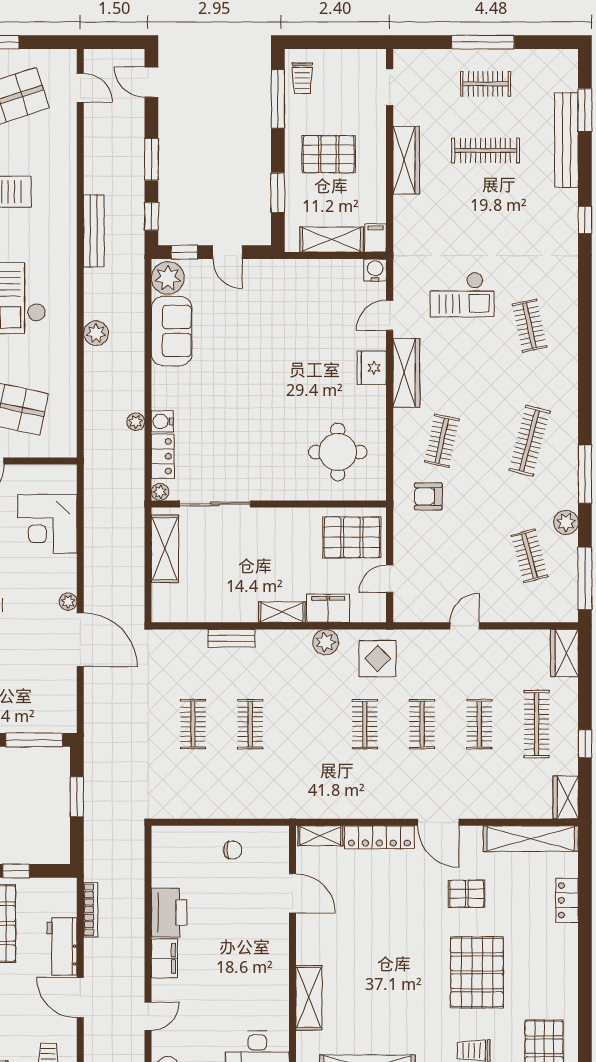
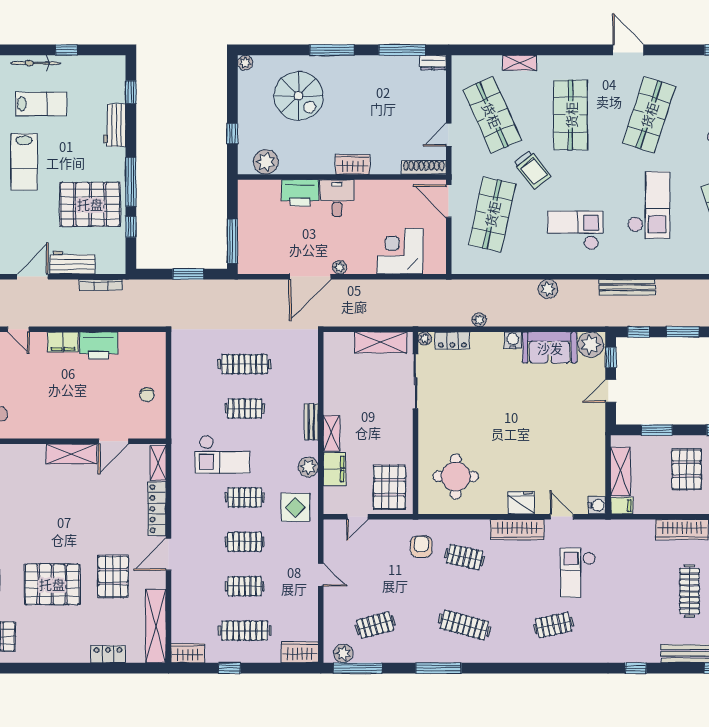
water cooler: (162, 421) -> (513, 340), moved
plant: (566, 522) -> (343, 653), moved
door: (390, 579) -> (357, 517), swing flipped
bench: (232, 638) -> (311, 422), moved
clothes rail: (193, 724) -> (245, 364), width x1.36
checkout: (309, 753) -> (222, 454), added
pallet: (467, 894) -> (113, 576), width x1.50, depth x1.42
shelving: (309, 998) -> (72, 454), moved

